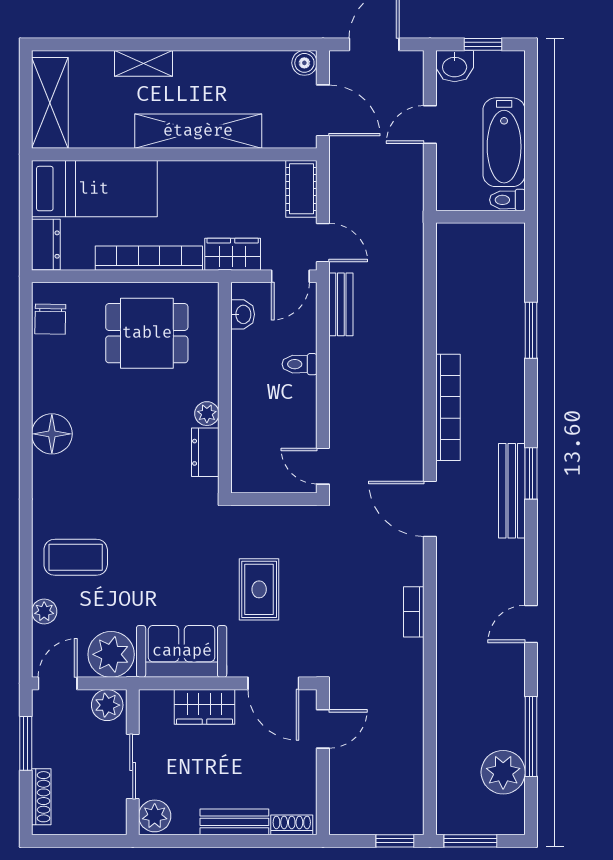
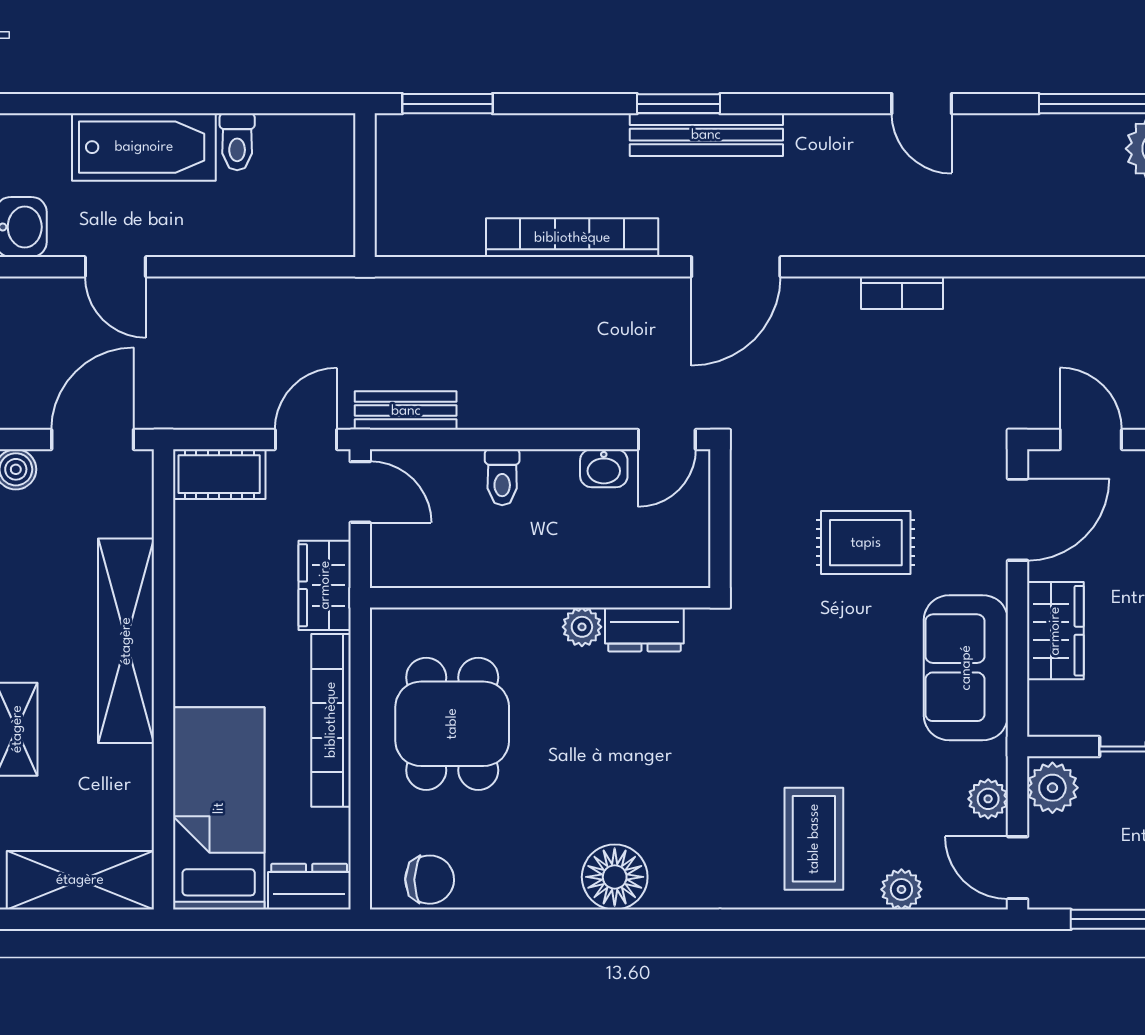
wall: (480, 217) -> (365, 185), moved
washbasin: (243, 314) -> (604, 468), moved, turned 180
plant: (111, 654) -> (988, 799), width x0.53, depth x0.53

